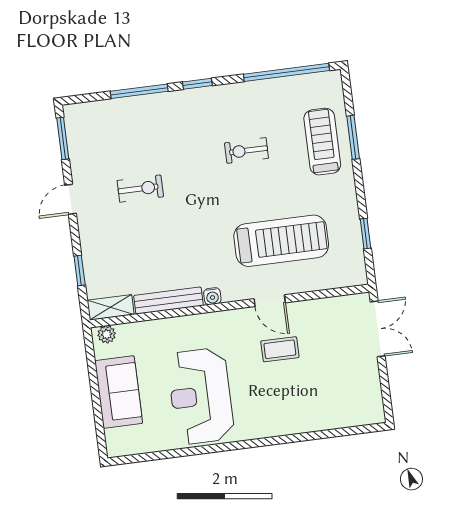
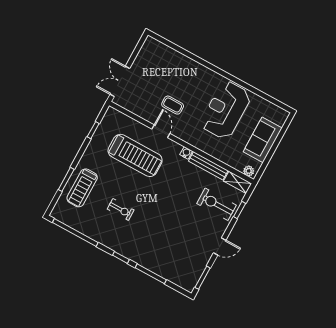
exercise bike: (140, 189) -> (216, 204), moved, width x1.38, depth x1.39
treadmill: (281, 241) -> (135, 155), turned 180
reception desk: (201, 396) -> (226, 110), turned 180

